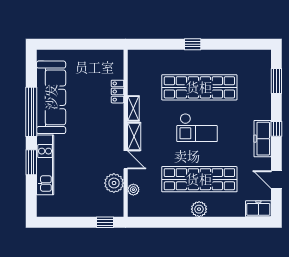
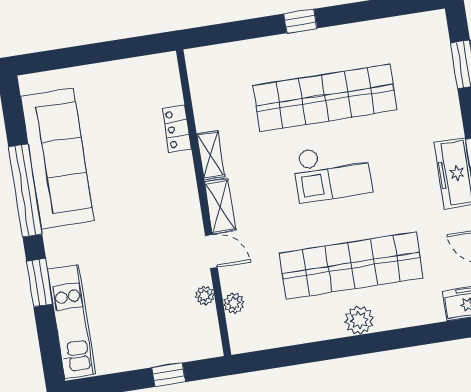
kitchen unit: (45, 165) -> (72, 322), moved
plant: (114, 183) -> (205, 296), width x0.53, depth x0.53
window: (105, 222) -> (169, 375), moved

